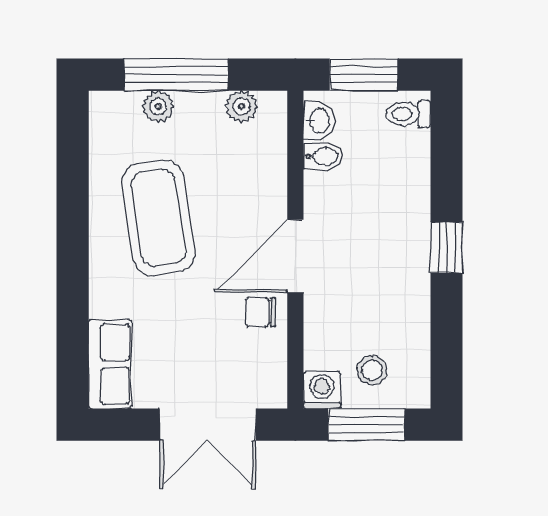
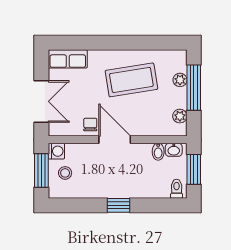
double door: (208, 425) -> (41, 101), swing flipped

